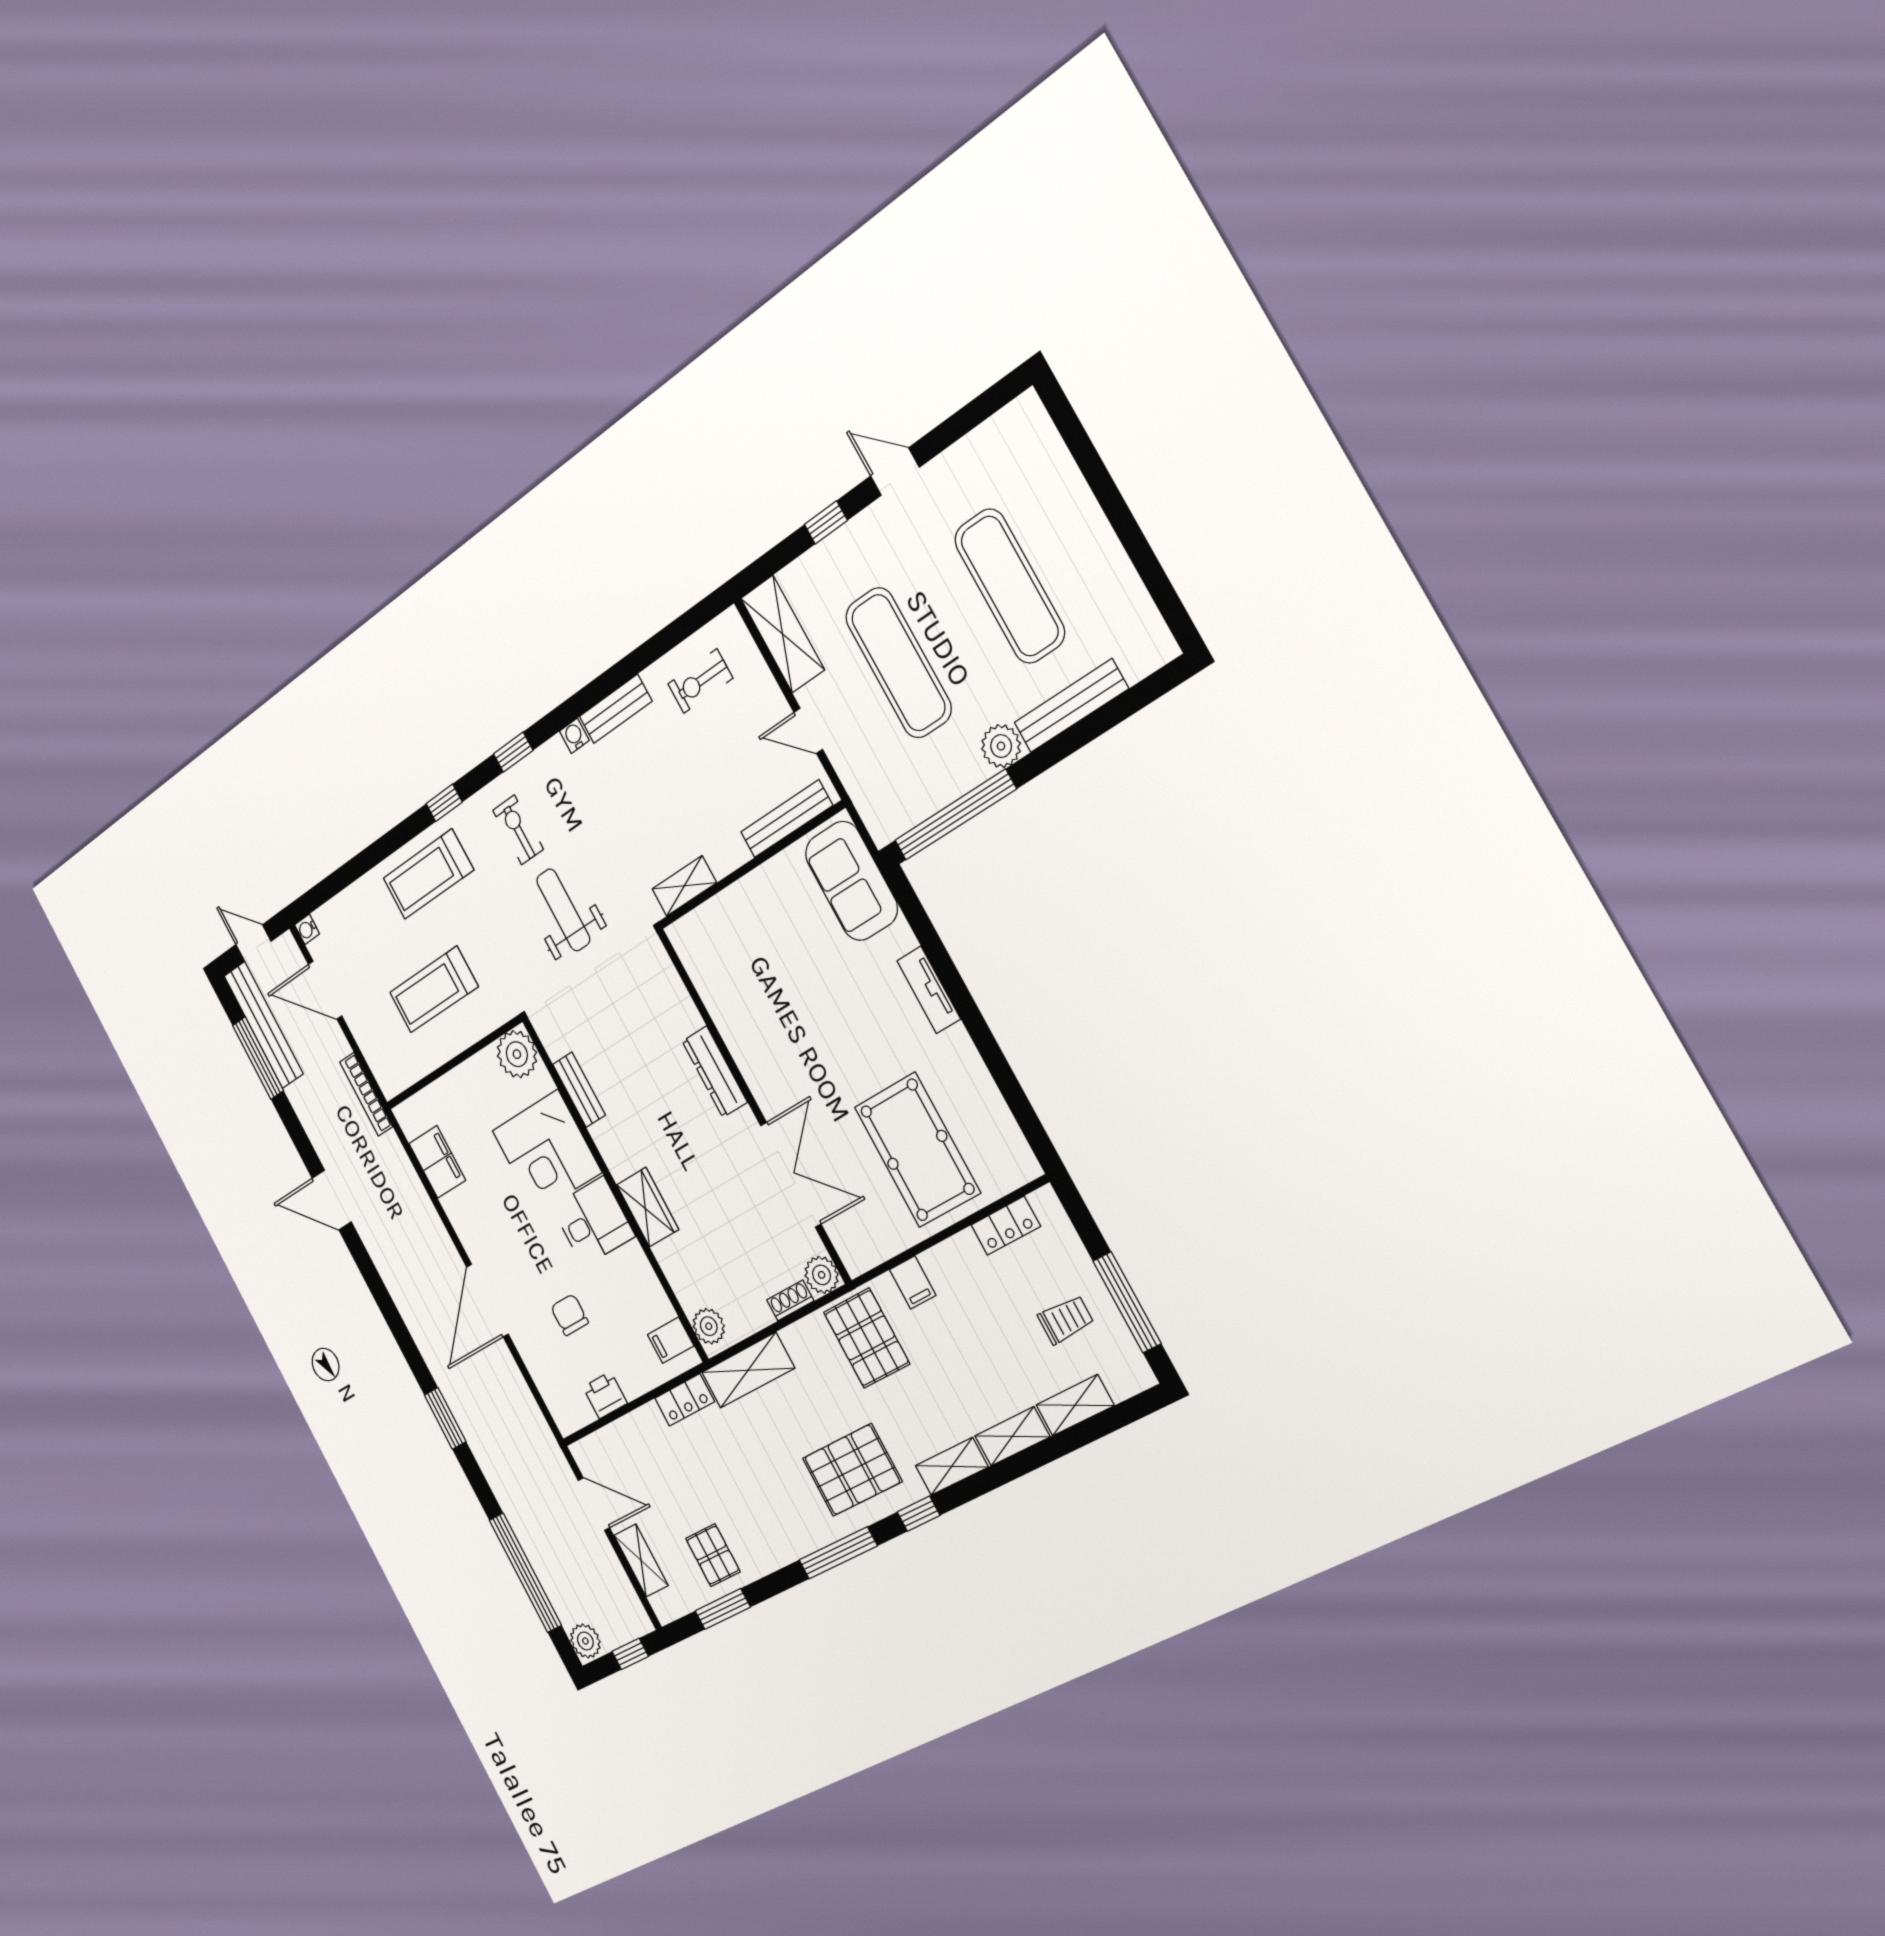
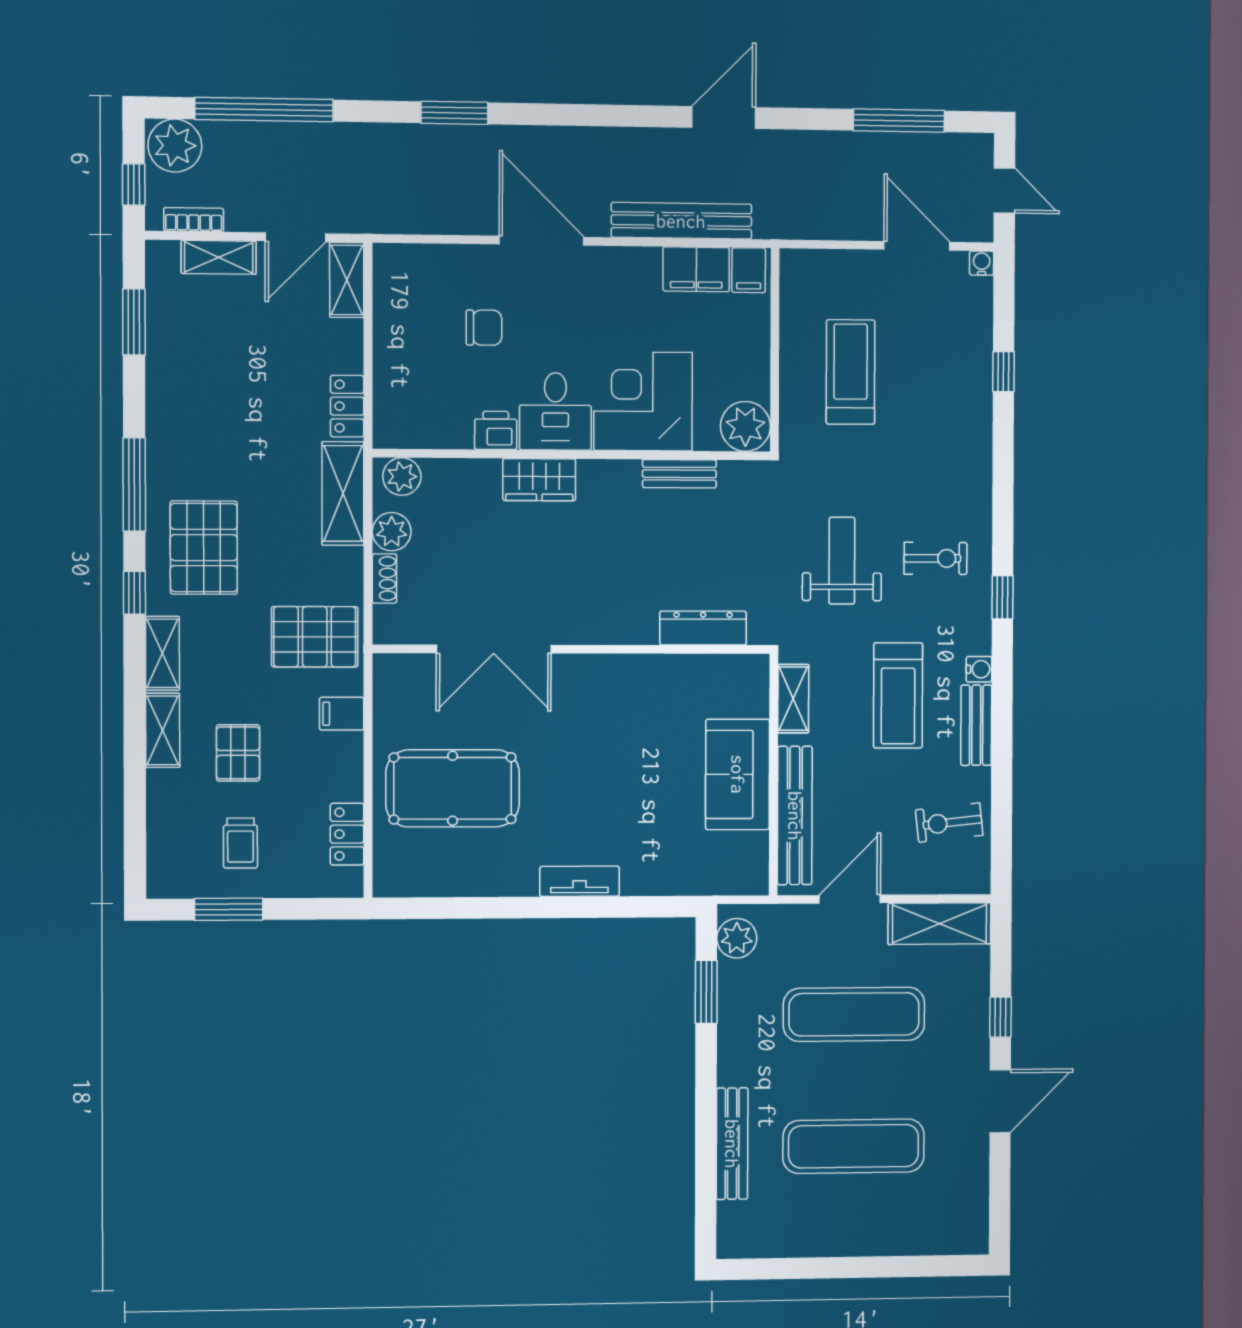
door: (895, 472) -> (1000, 1101), width x1.37
exercise bike: (700, 681) -> (949, 823), turned -96
door: (808, 731) -> (850, 899), width x1.38
plant: (1001, 746) -> (737, 938), moved
window: (444, 803) -> (1004, 372), moved
window: (955, 815) -> (706, 992), width x0.47
bench: (787, 819) -> (795, 816), width x1.37, depth x1.21
treadmill: (428, 874) -> (898, 695), moved, turned 180
sofa: (851, 881) -> (738, 774), moved, turned -90
weight bench: (563, 910) -> (842, 561), turned -90
door: (253, 943) -> (1004, 191), hinge flipped
door: (325, 990) -> (917, 246), hinge flipped
bench: (264, 1025) -> (681, 221), moved
dresser: (715, 1072) -> (703, 628), moved
bookcase: (366, 1094) -> (194, 220), moved, width x0.64
plant: (822, 1275) -> (392, 532), moved
window: (1127, 1302) -> (229, 909), width x0.69
filing cabinet: (671, 1340) -> (749, 270), moved, turned 180
printer: (605, 1395) -> (496, 430), moved, turned -90
shelving: (1075, 1405) -> (347, 280), moved
pallet: (713, 1555) -> (238, 753), moved, turned 90
plant: (585, 1641) -> (175, 146), width x1.36, depth x1.36

